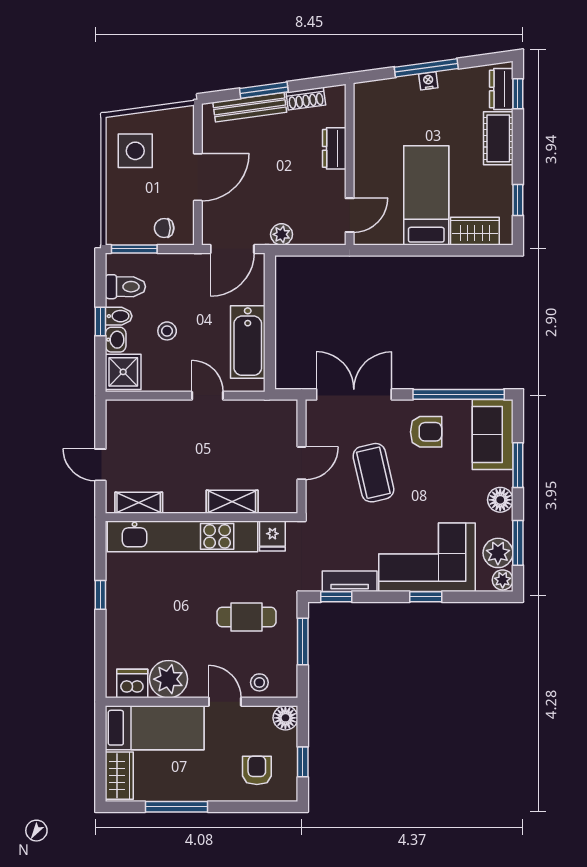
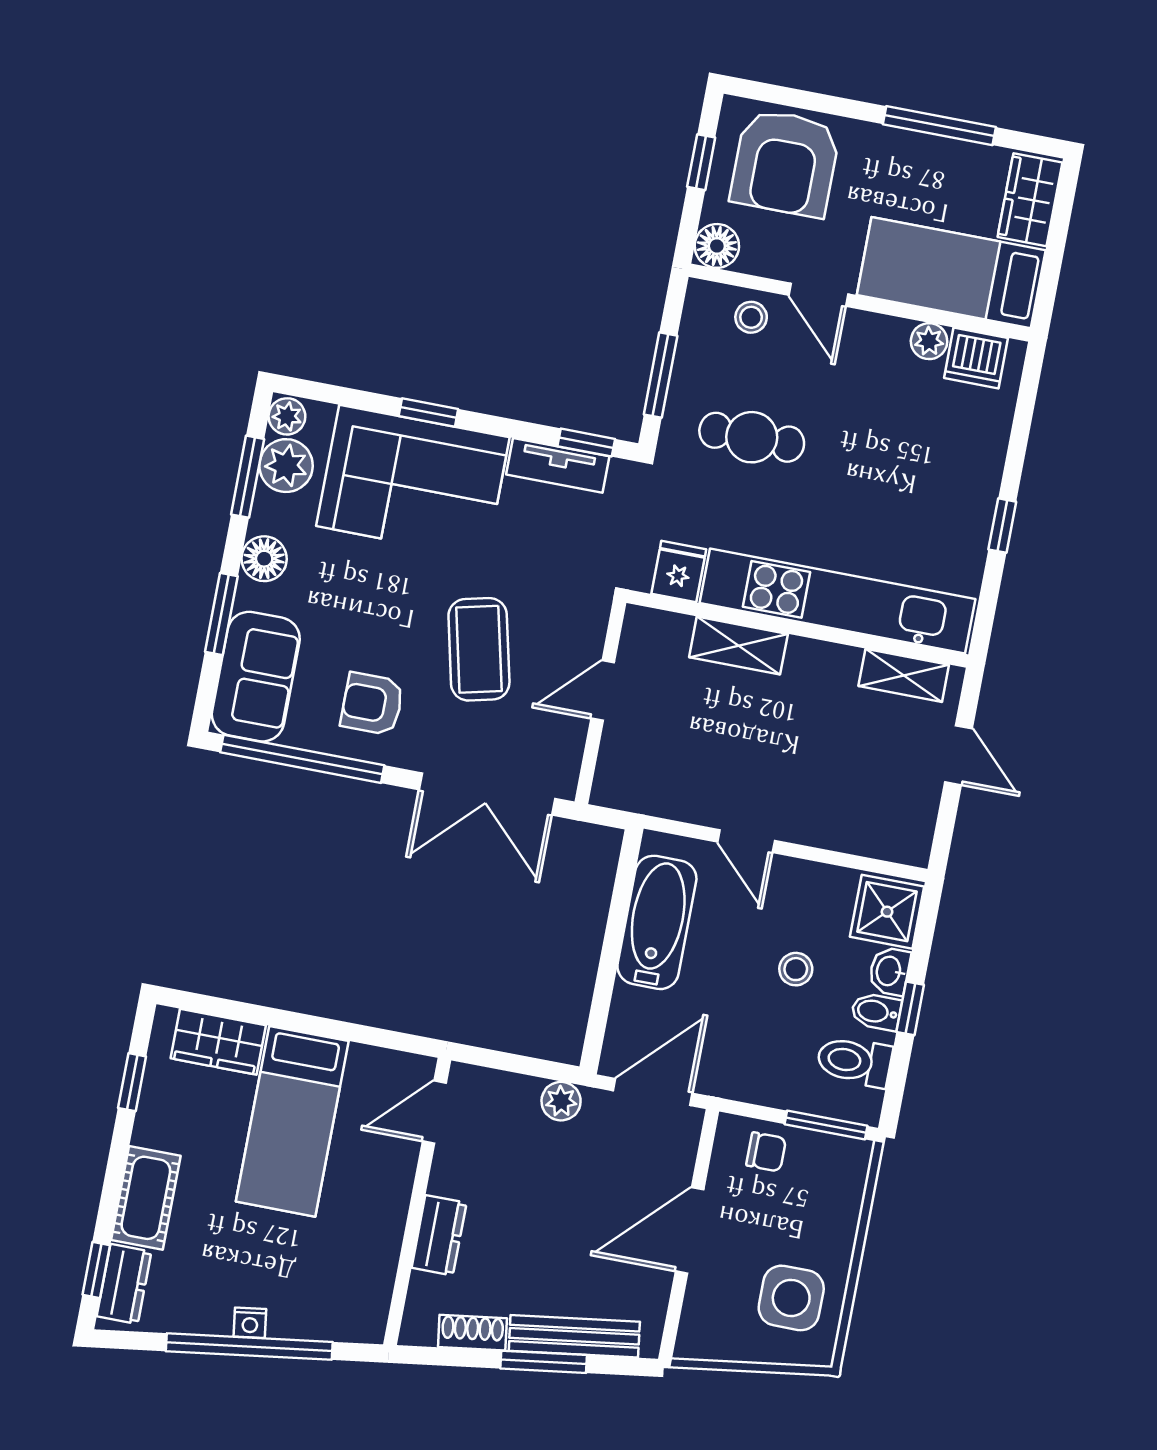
window: (426, 68) -> (249, 1347), width x1.46
plant: (168, 679) -> (929, 341), width x0.53, depth x0.53
armchair: (257, 770) -> (785, 163), width x1.88, depth x1.88

